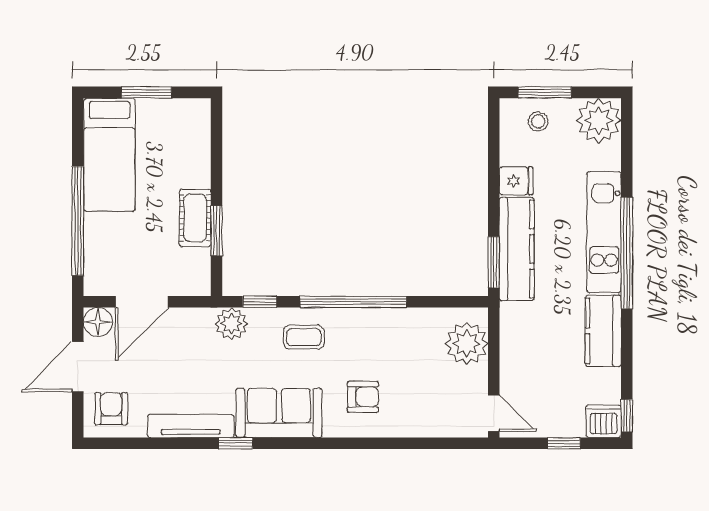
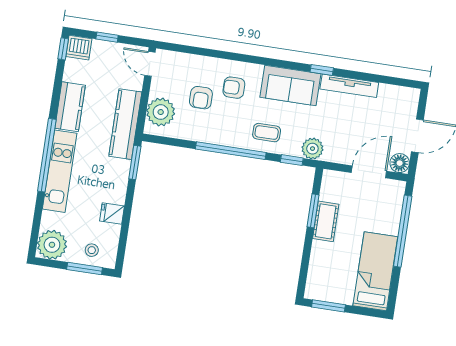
window: (146, 92) -> (328, 306), moved
kitchen counter: (517, 249) -> (125, 124), moved
armchair: (111, 409) -> (201, 98), moved

